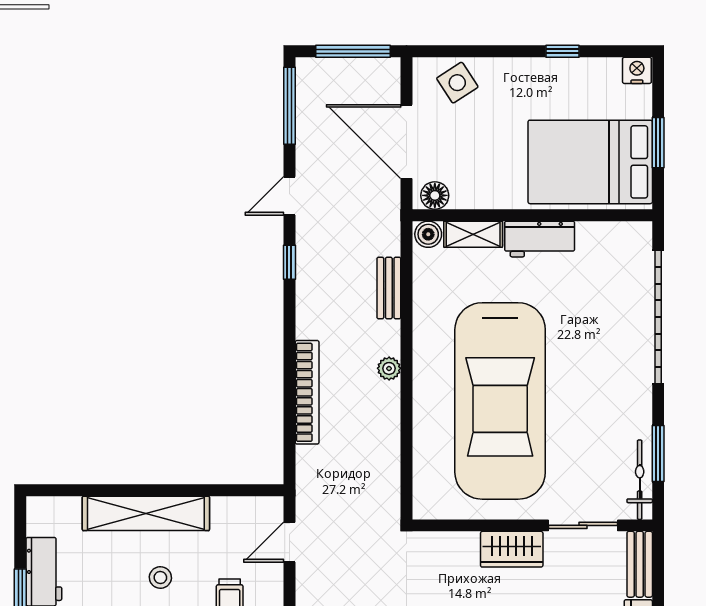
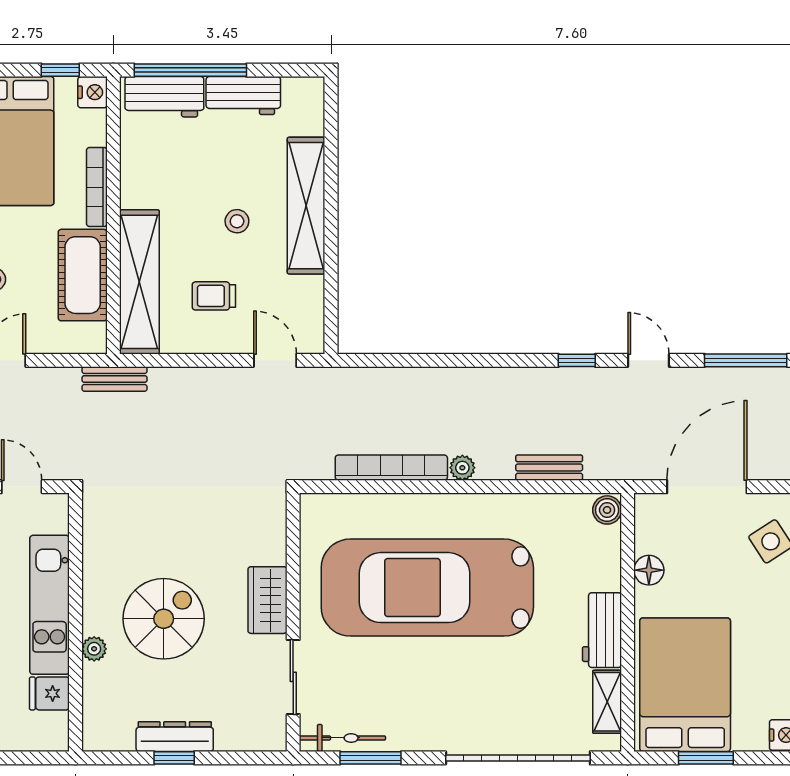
floor lamp: (435, 195) -> (649, 570), moved
shelving: (473, 234) -> (607, 702), moved
bookcase: (307, 392) -> (391, 468), moved, turned 180
bench: (640, 564) -> (251, 738), removed

